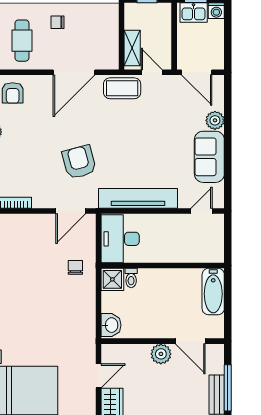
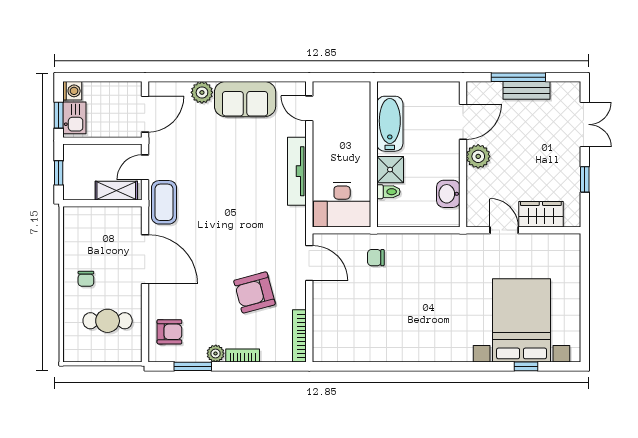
armchair: (79, 162) -> (255, 292), moved
tv unit: (138, 198) -> (297, 171), width x0.73, depth x0.78
shower: (112, 279) -> (390, 170), moved
bathtub: (213, 292) -> (390, 124), moved, turned -90
washbasin: (111, 325) -> (448, 194), moved, turned -90

